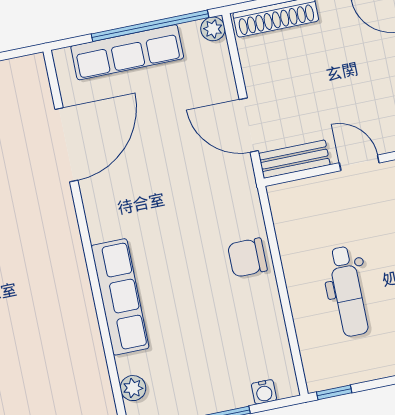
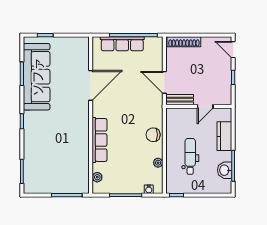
plant: (213, 29) -> (158, 163), moved
door: (66, 145) -> (91, 85), moved
door: (359, 163) -> (205, 106), swing flipped
dental chair: (348, 291) -> (190, 156), turned 180

